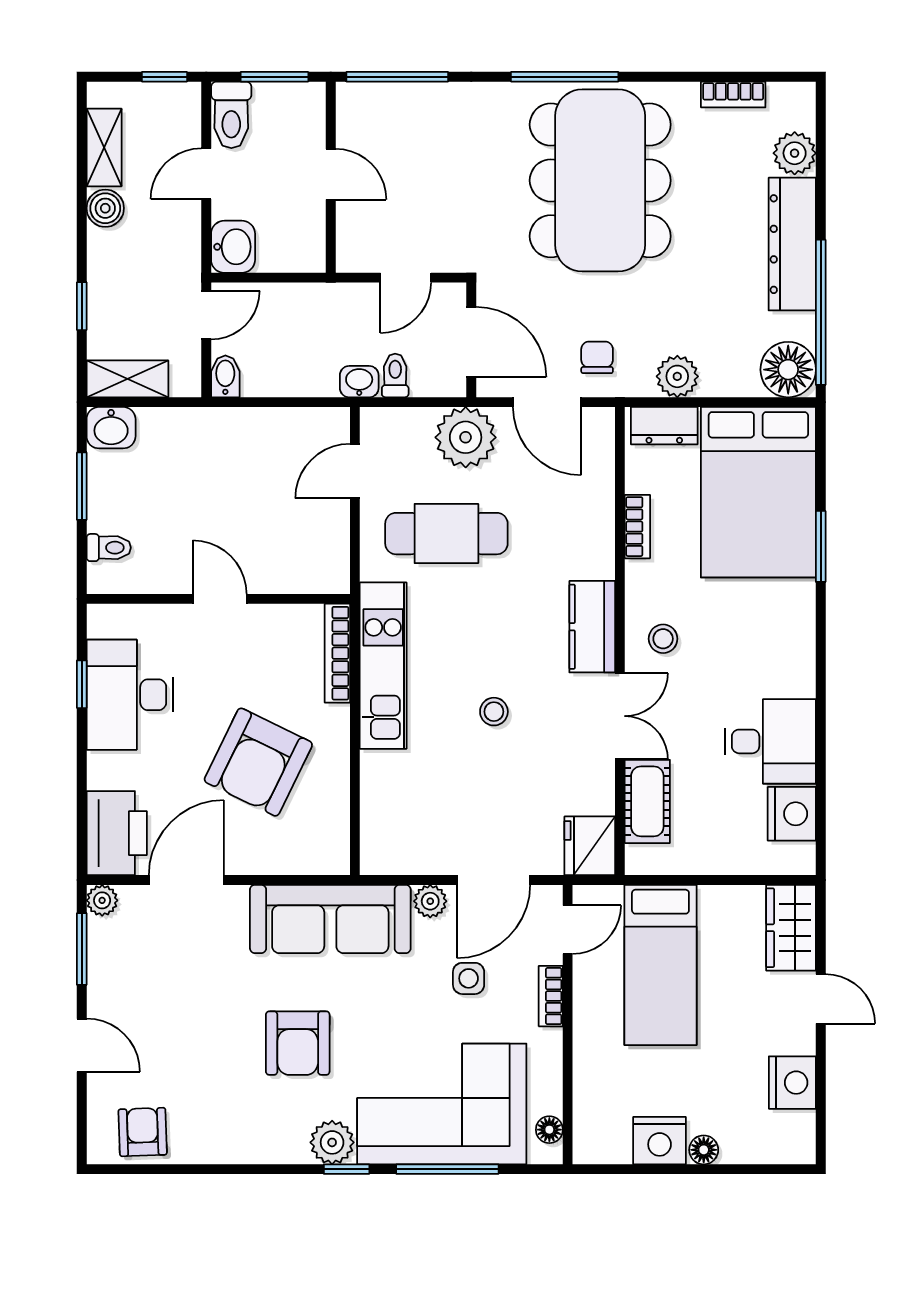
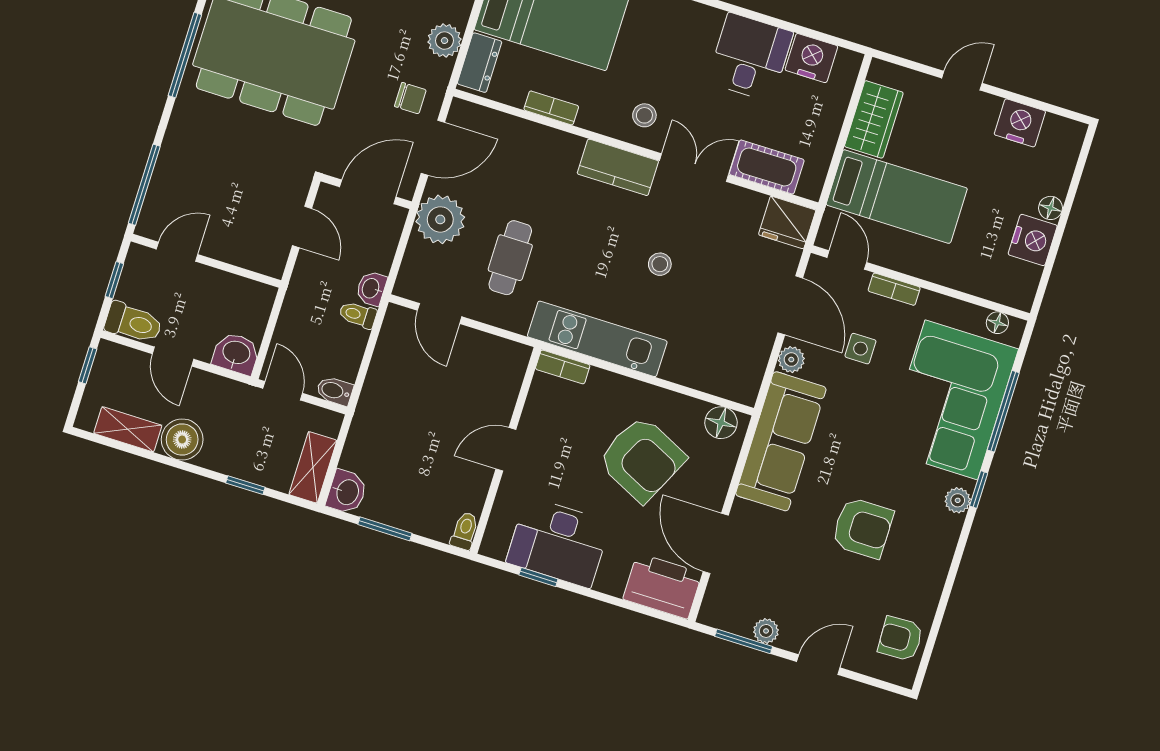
window: (274, 77) -> (114, 280), width x0.67
door: (331, 174) -> (177, 252), moved
boiler: (105, 208) -> (182, 439), width x1.36, depth x1.36
chair: (597, 357) -> (410, 98), turned 180
toilet: (395, 375) -> (358, 315), moved
cafe table: (446, 534) -> (510, 258), width x0.73, depth x0.74
toilet: (109, 548) -> (465, 531), moved
bookcase: (337, 653) -> (563, 367), width x0.64
floor lamp: (330, 842) -> (721, 423), added
plant: (102, 900) -> (766, 631), moved
wardrobe: (791, 928) -> (874, 119), moved, turned -90
armchair: (298, 1043) -> (863, 528), moved
plant: (332, 1142) -> (958, 500), width x0.73, depth x0.73

